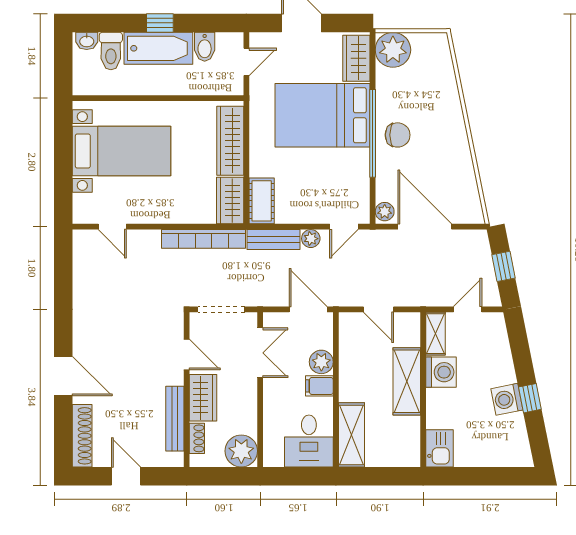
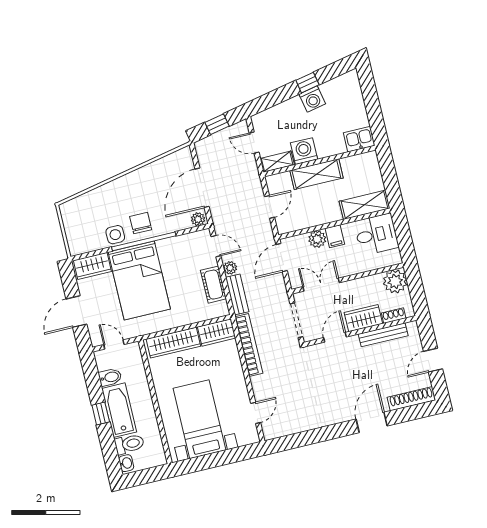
plant: (393, 50) -> (80, 241), removed
side table: (390, 98) -> (115, 235), added
cot: (262, 201) -> (213, 285), moved, turned 90

